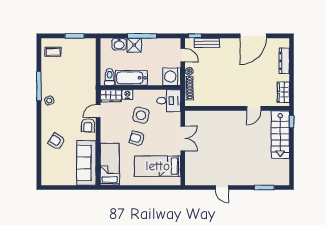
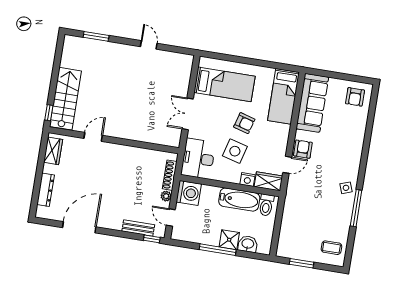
desk: (169, 101) -> (198, 159), width x1.37
armchair: (57, 141) -> (355, 97), moved, turned 57

